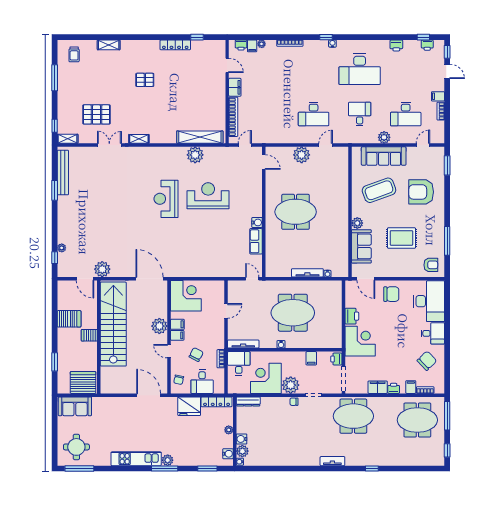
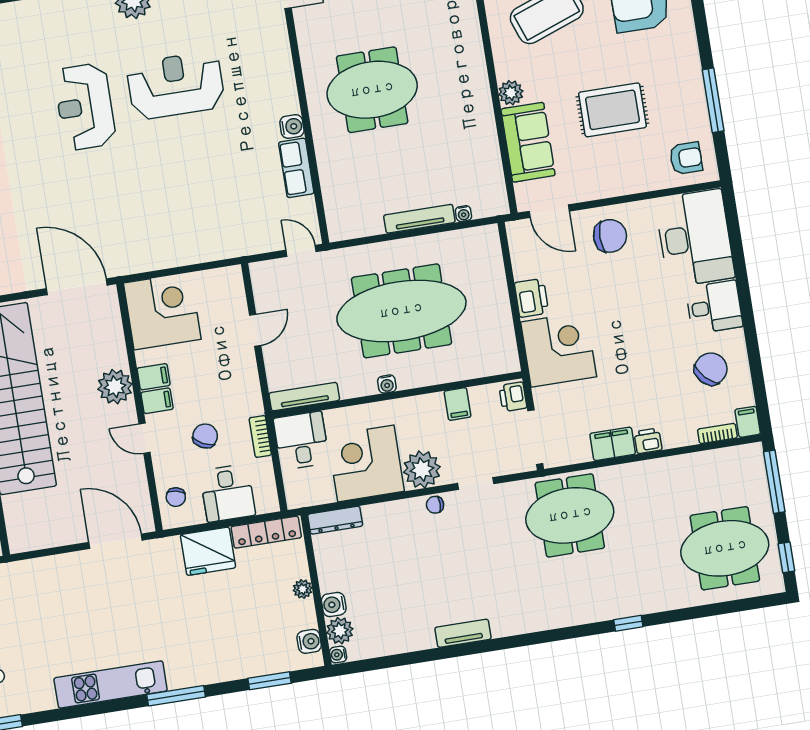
meeting table: (293, 313) -> (401, 311), width x1.36
filing cabinet: (411, 387) -> (748, 422), moved
meeting table: (417, 420) -> (725, 548), moved
plant: (168, 460) -> (180, 677), removed
tv unit: (332, 461) -> (463, 633), moved

